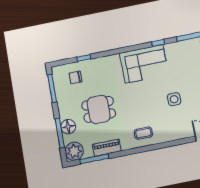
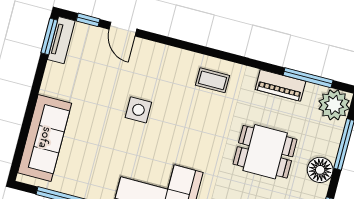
floor lamp: (68, 127) -> (320, 170), moved

